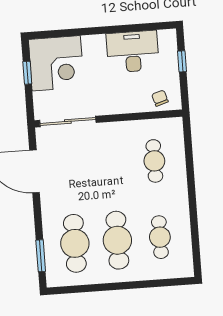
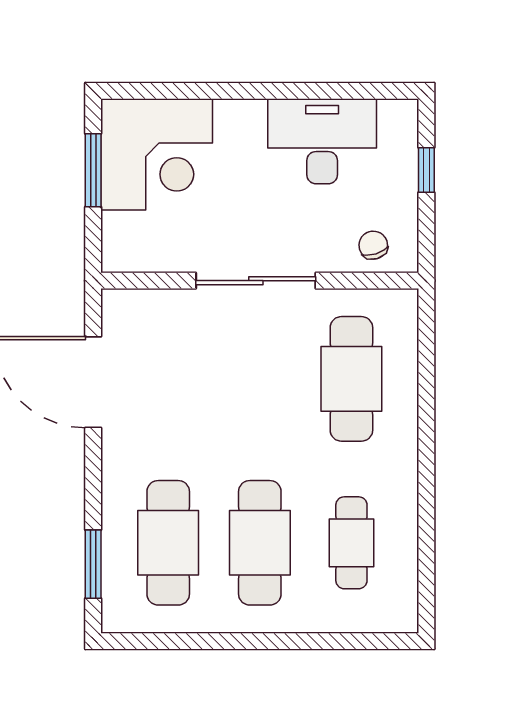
window: (27, 73) -> (93, 170), width x1.50
sliding door: (68, 121) -> (256, 281), moved
cafe table: (154, 161) -> (351, 379), width x1.37, depth x1.35

